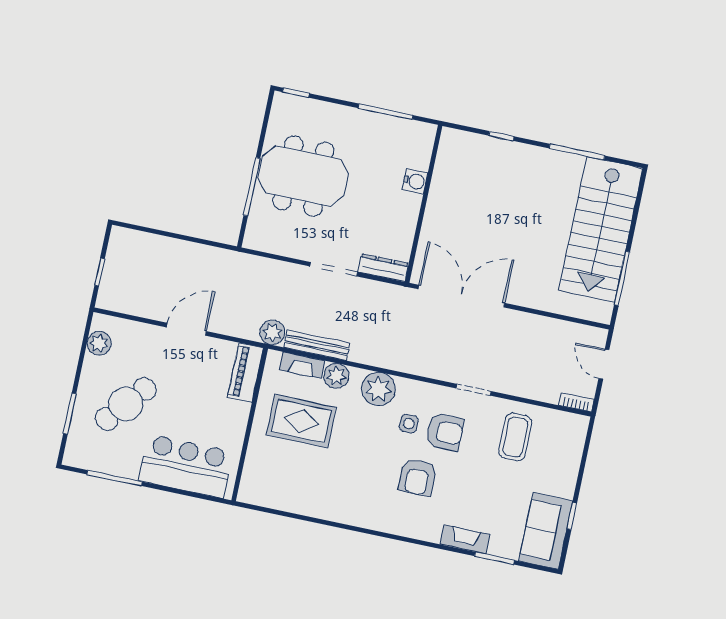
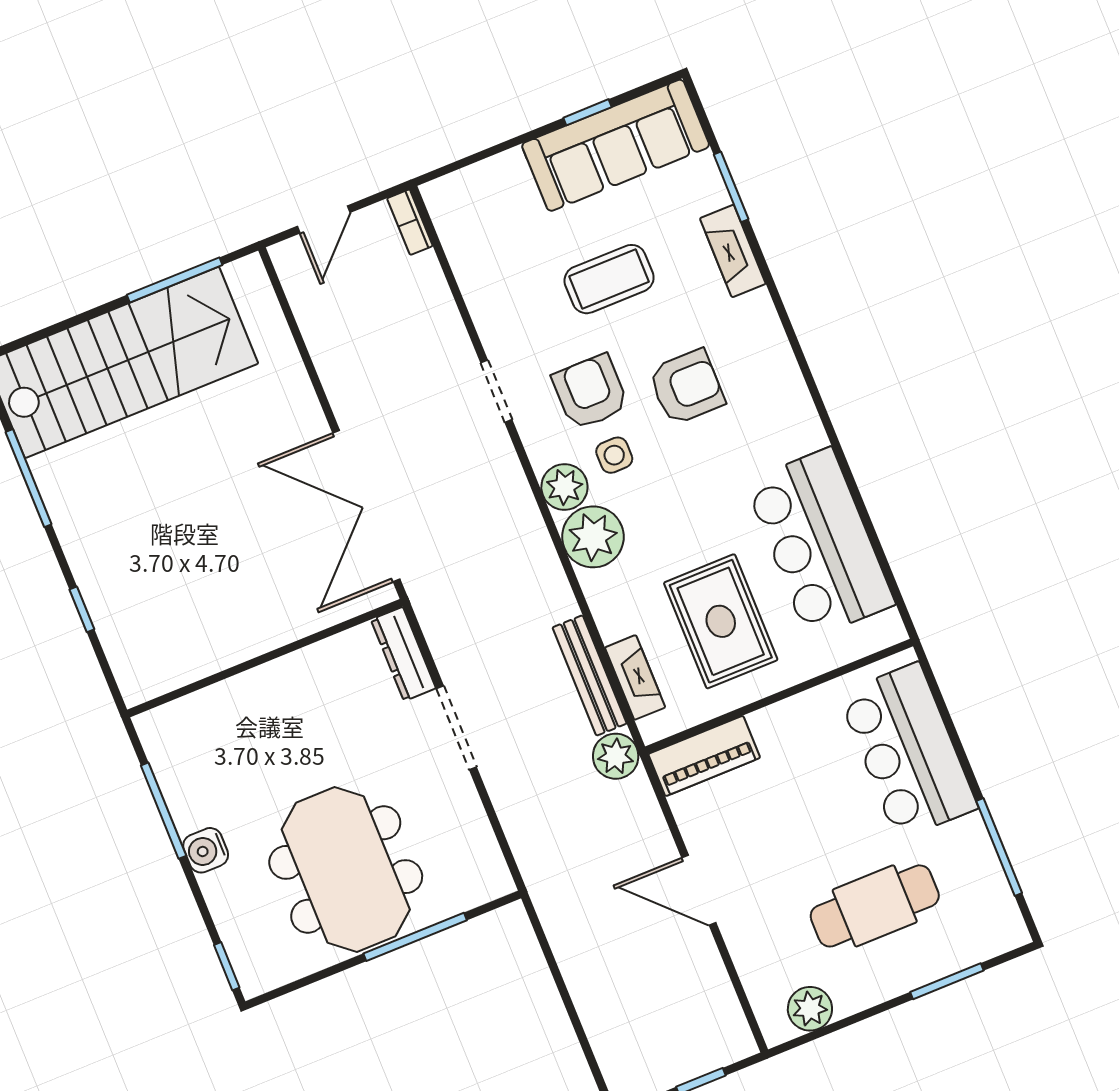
water cooler: (415, 181) -> (206, 850), moved, turned -90
plant: (336, 376) -> (564, 487), moved
cafe table: (126, 404) -> (875, 906), turned -40
coffee table: (515, 437) -> (609, 279), moved
bar counter: (306, 490) -> (820, 543), added
sofa: (546, 531) -> (616, 145), width x1.36

